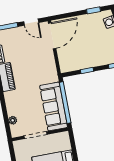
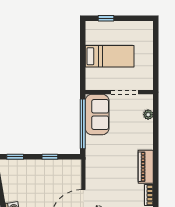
sofa: (54, 106) -> (97, 114), width x0.73

